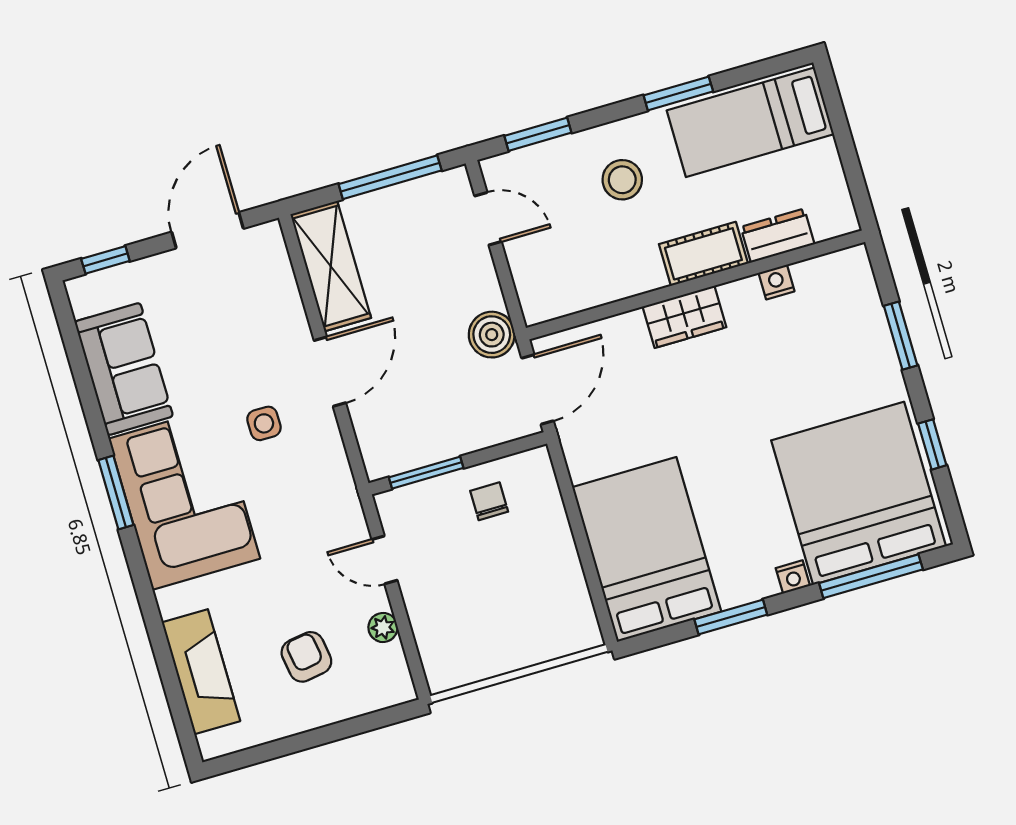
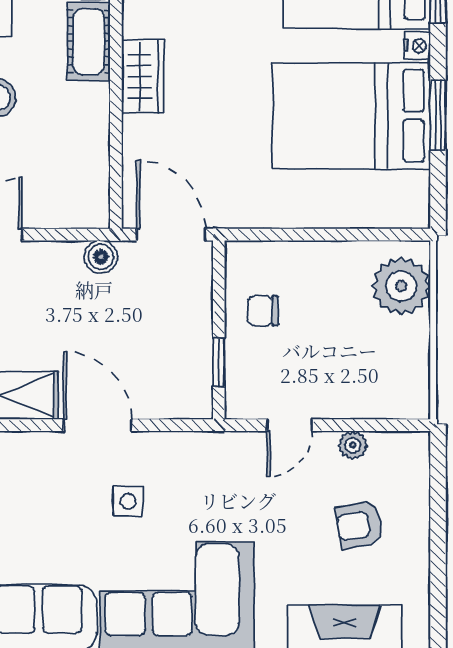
boiler: (492, 335) -> (101, 257), width x0.73, depth x0.73
window: (426, 473) -> (219, 362), width x0.67
bed: (647, 549) -> (351, 116), moved
plant: (553, 630) -> (401, 286), added

